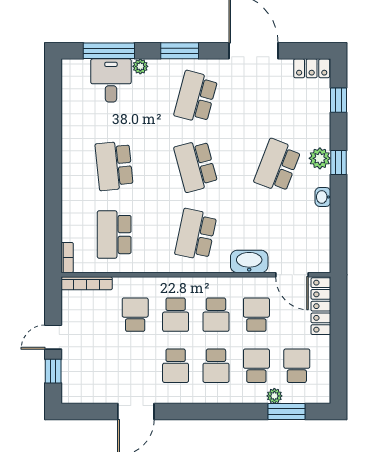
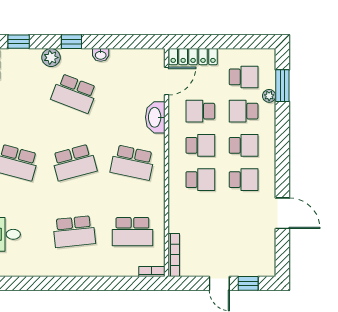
plant: (320, 158) -> (51, 58), moved
school desk: (135, 315) -> (200, 214), removed
school desk: (297, 366) -> (244, 77), turned 180

